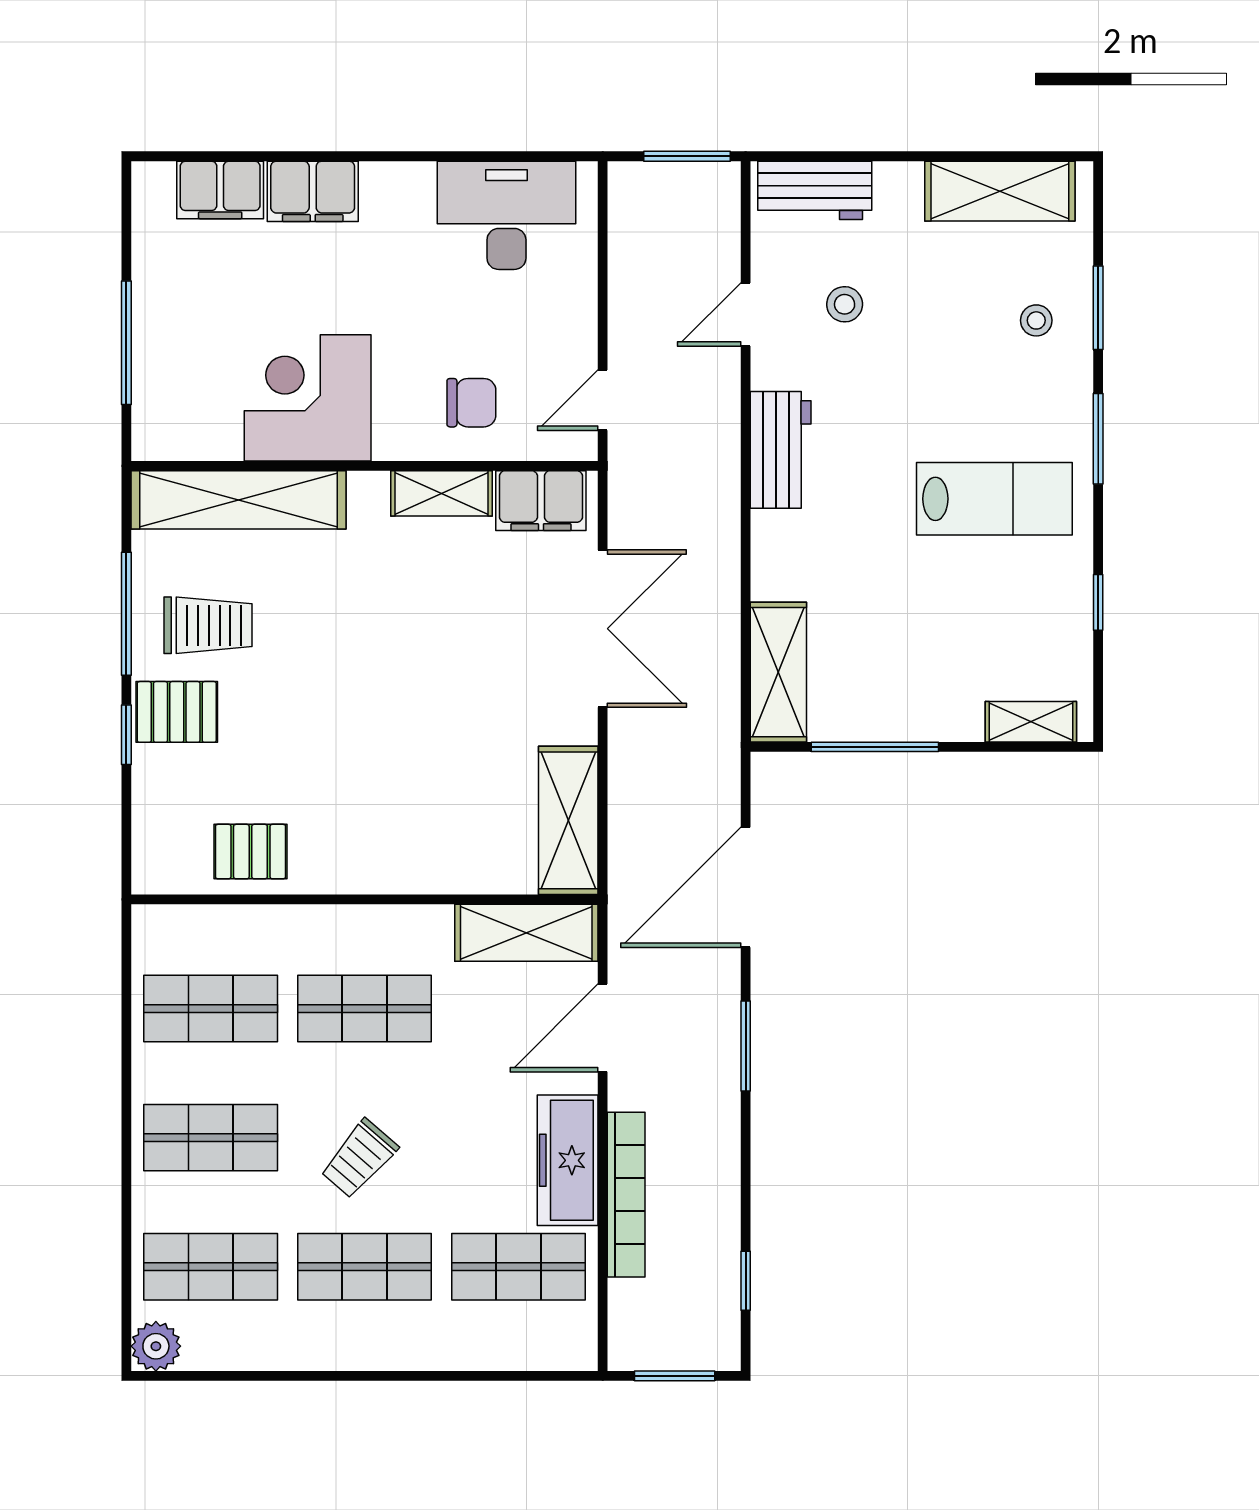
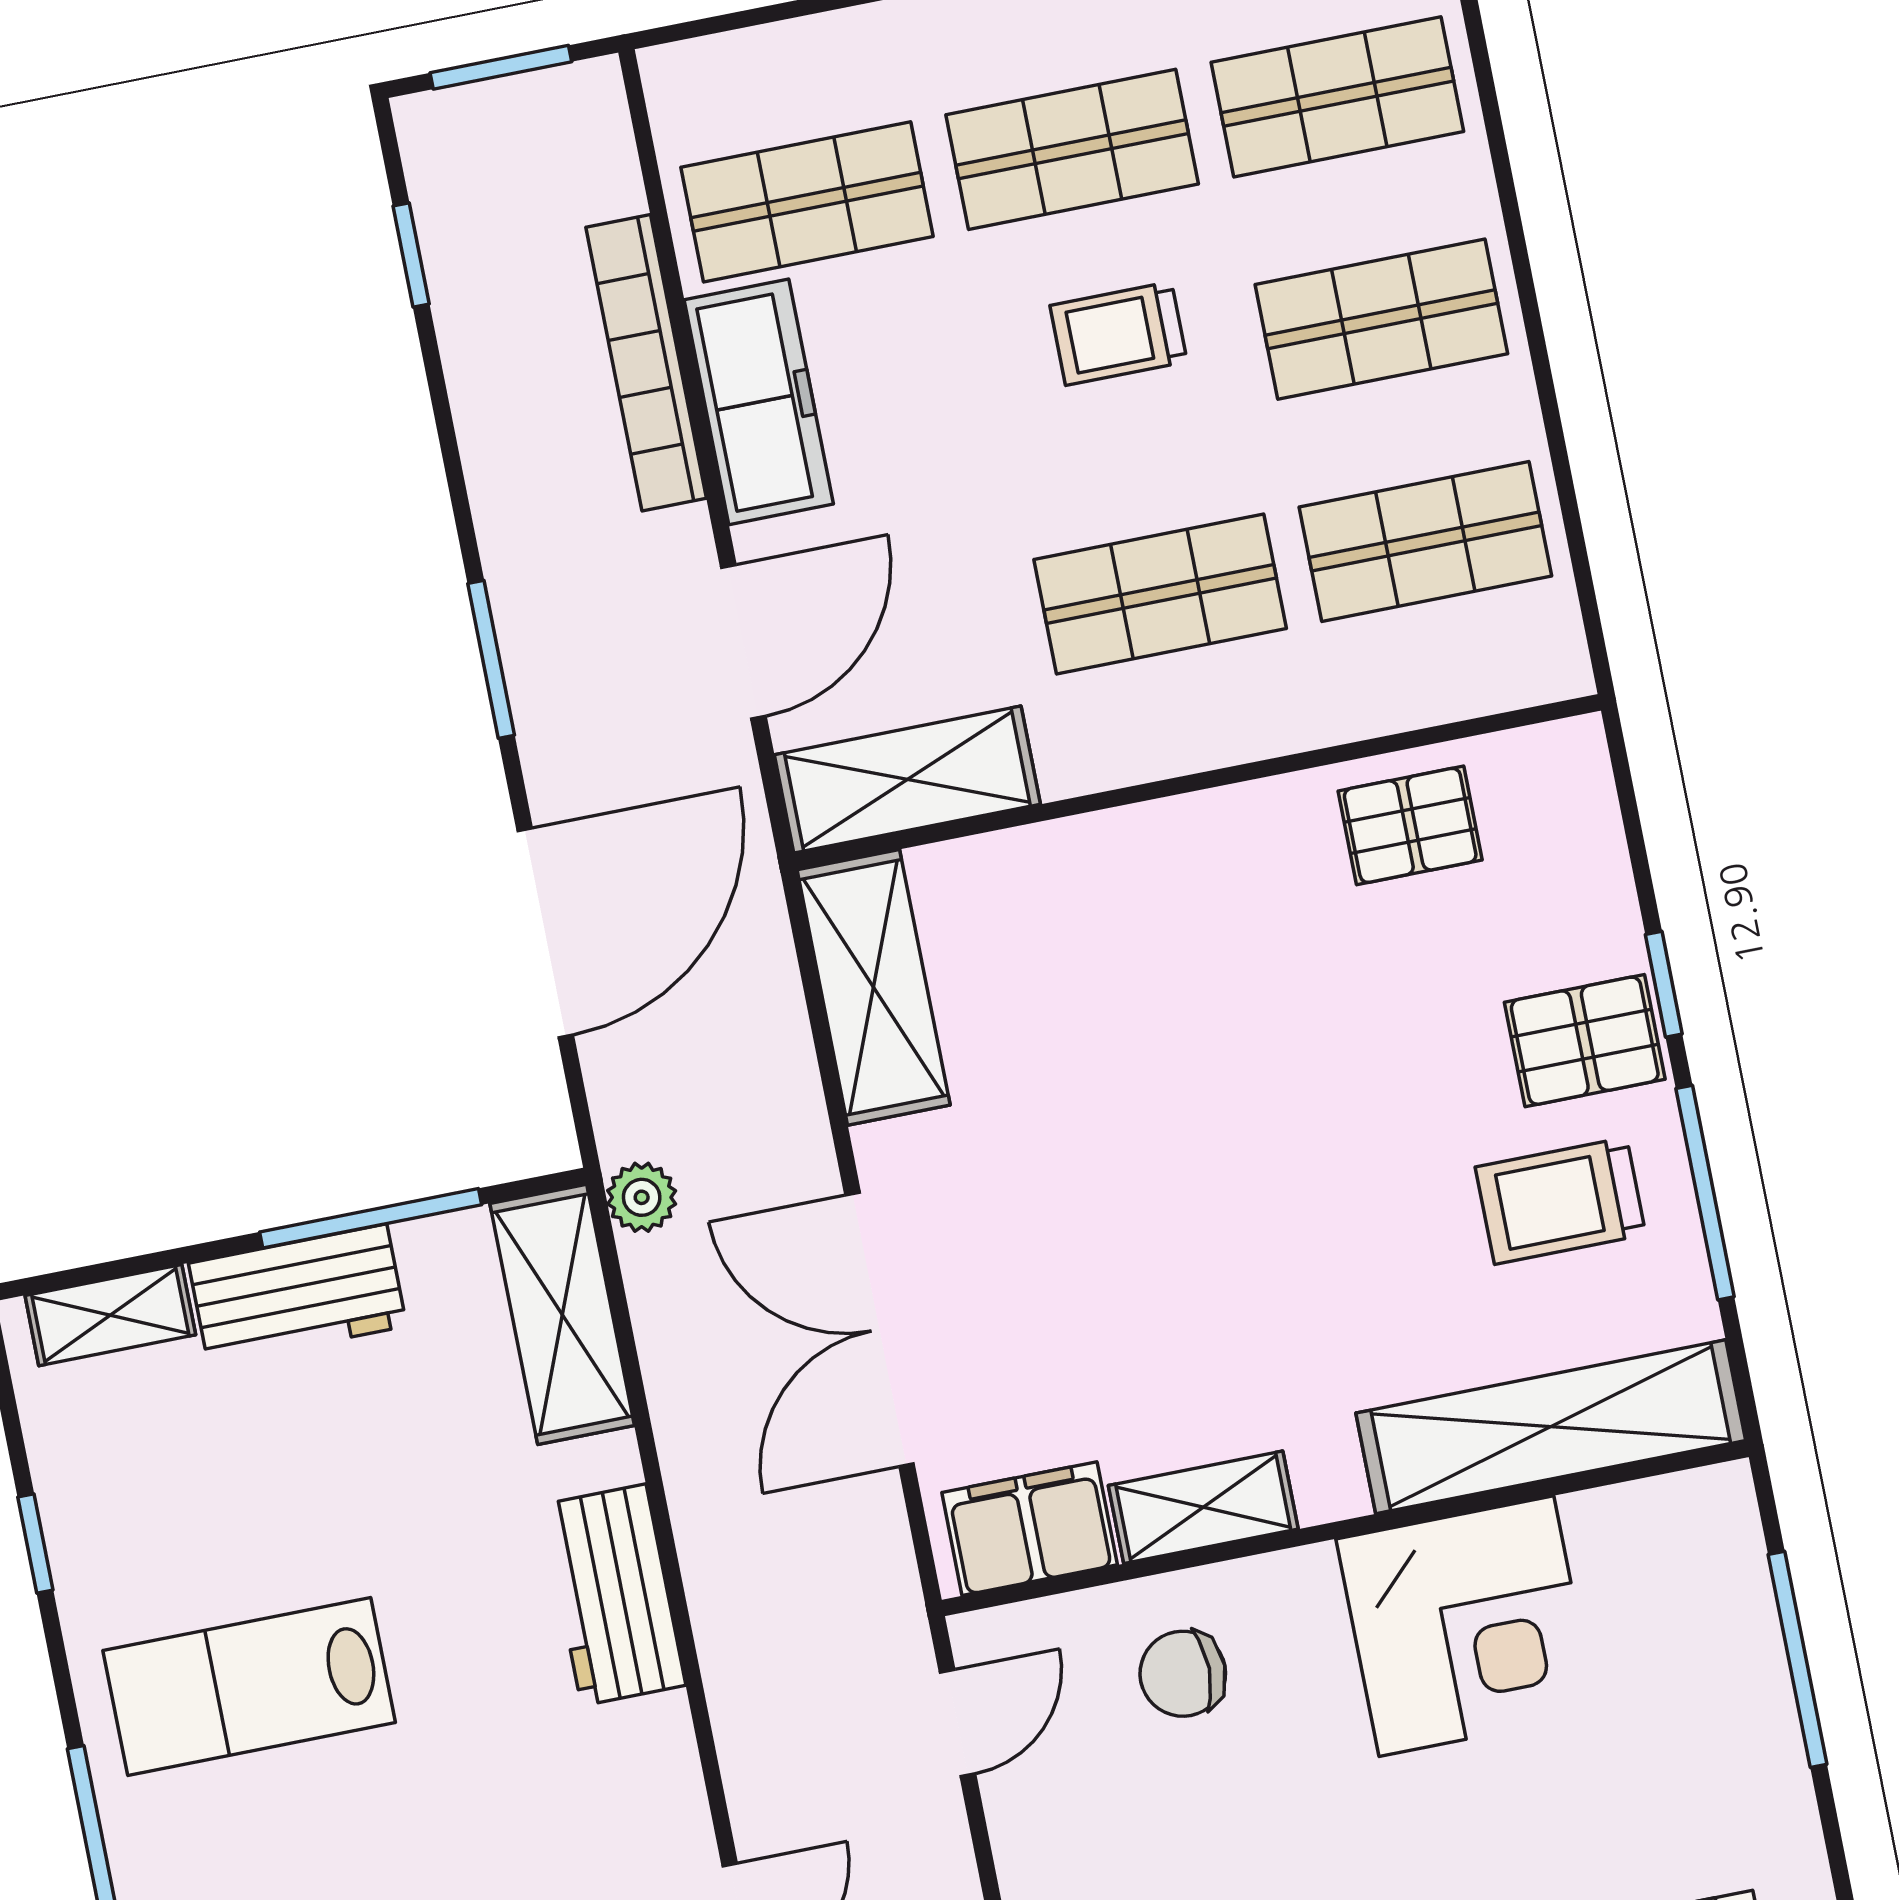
workbench: (781, 450) -> (614, 1595), moved
workbench: (924, 712) -> (298, 1295), added
plant: (721, 729) -> (642, 1197), added
trolley: (359, 1159) -> (1118, 333), turned -131

